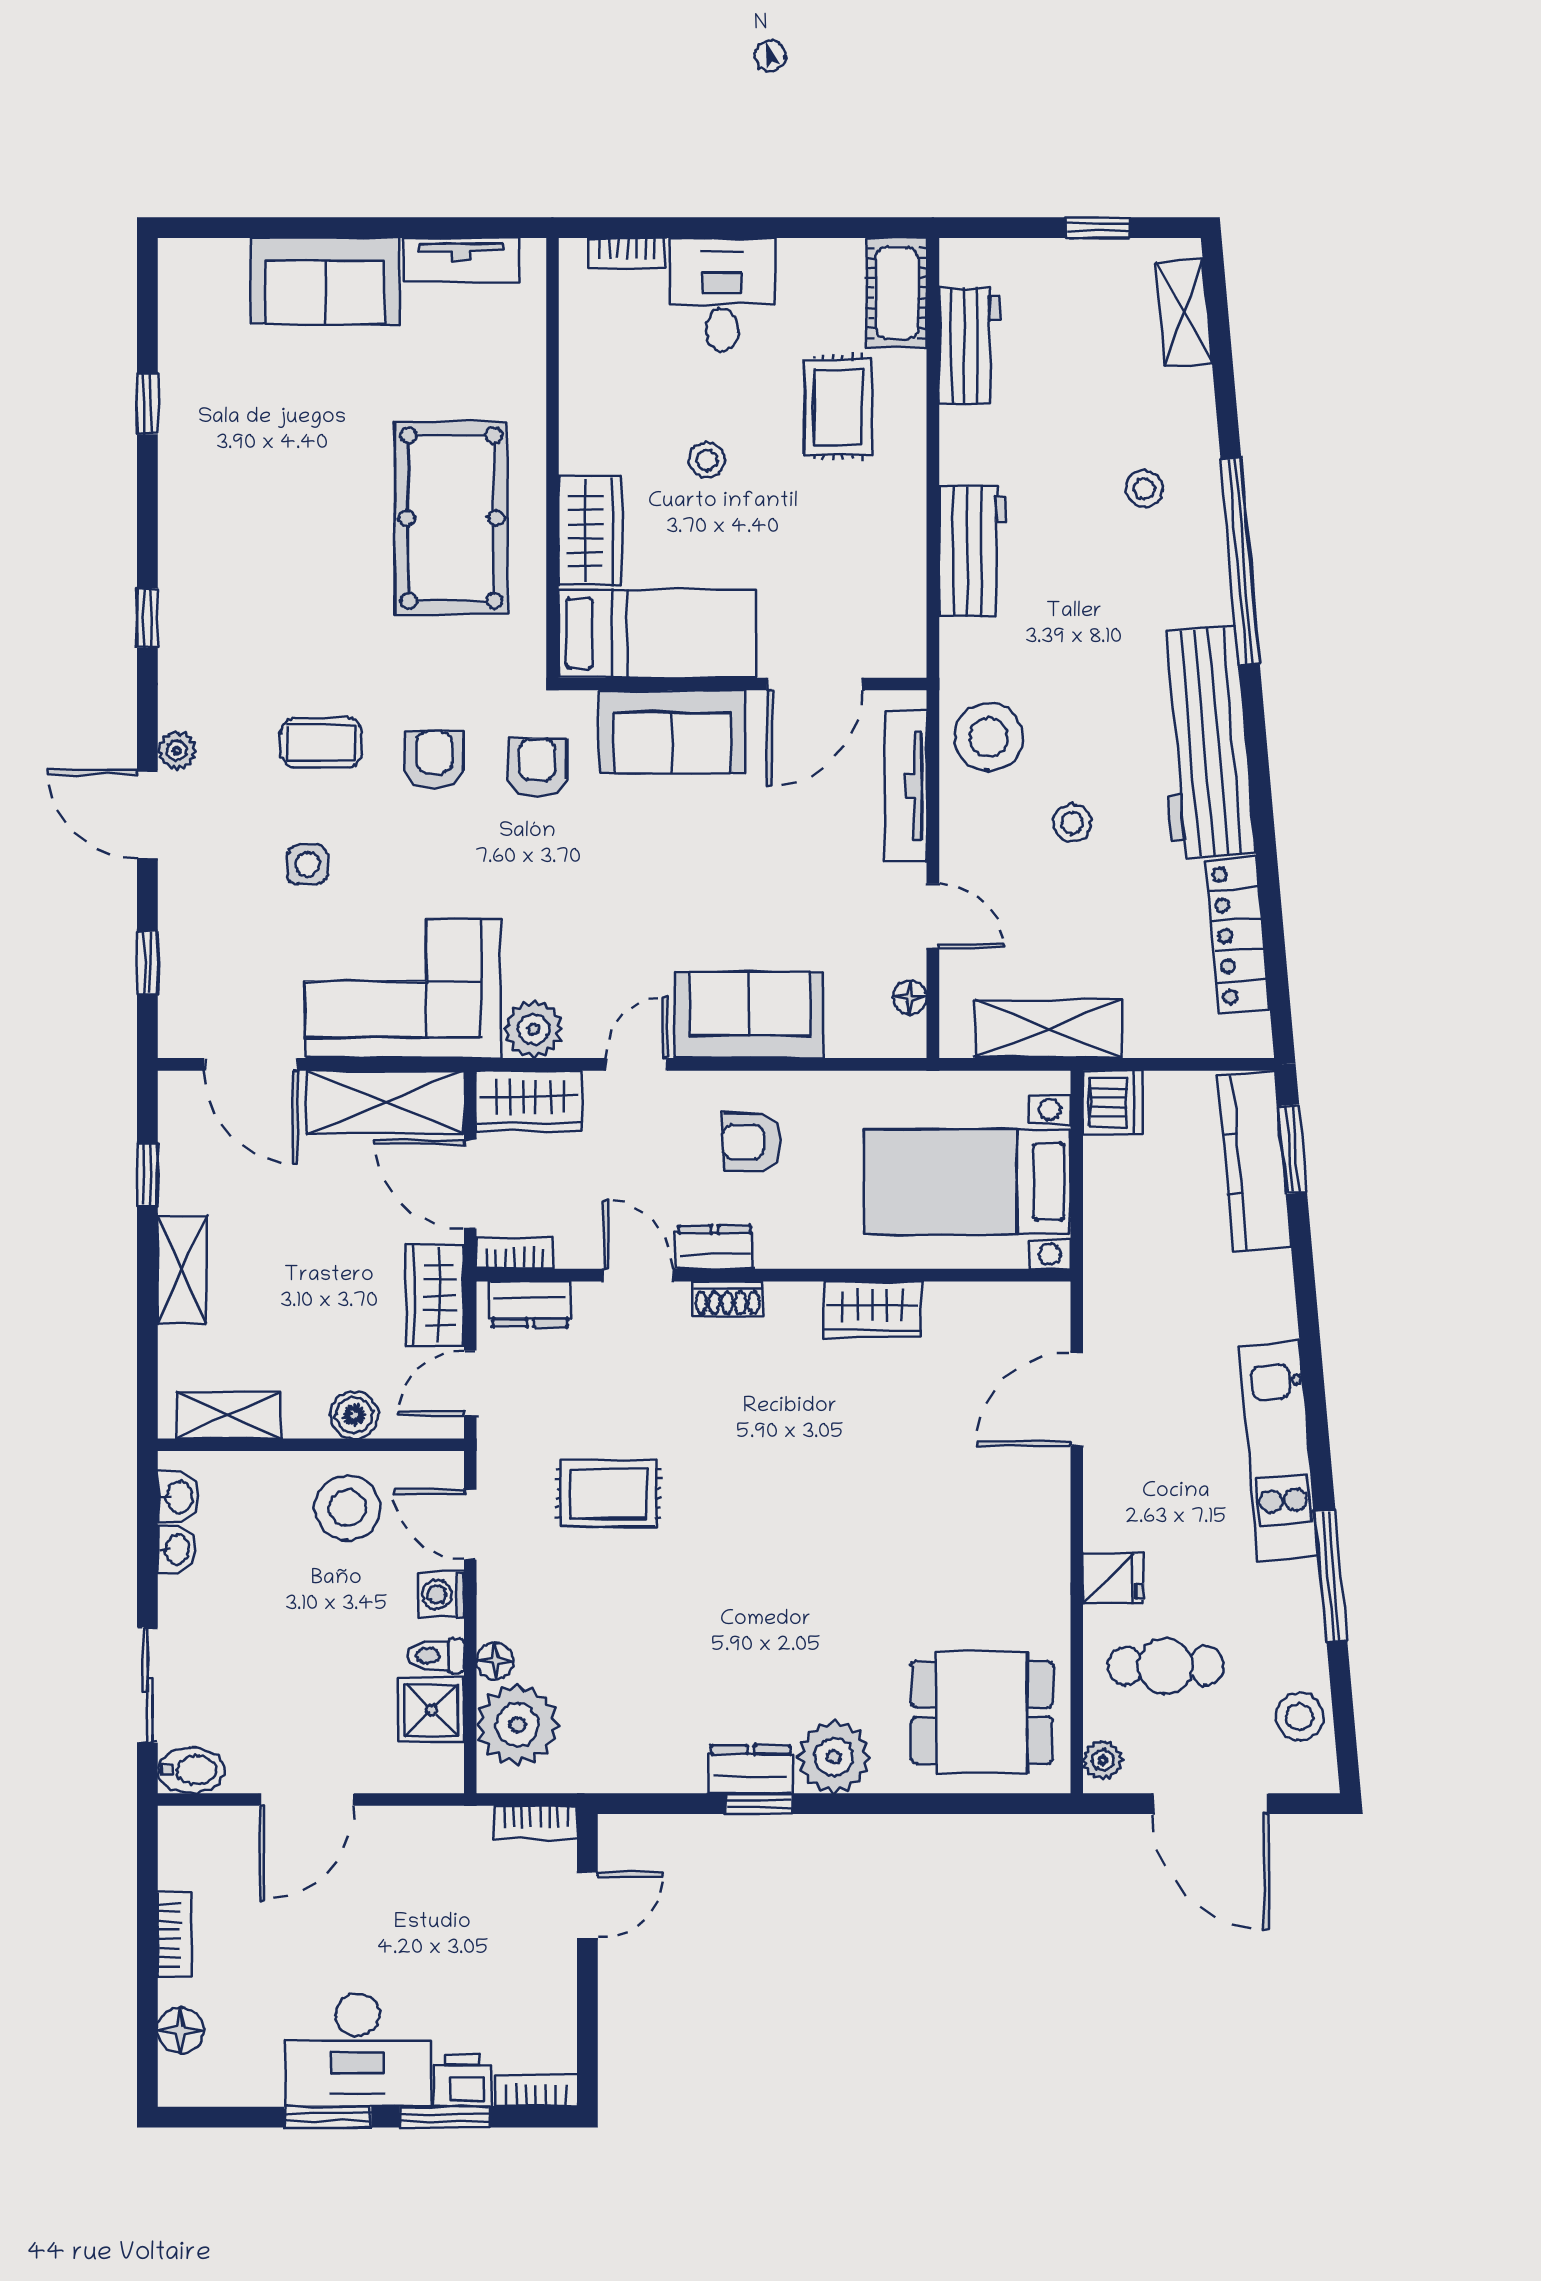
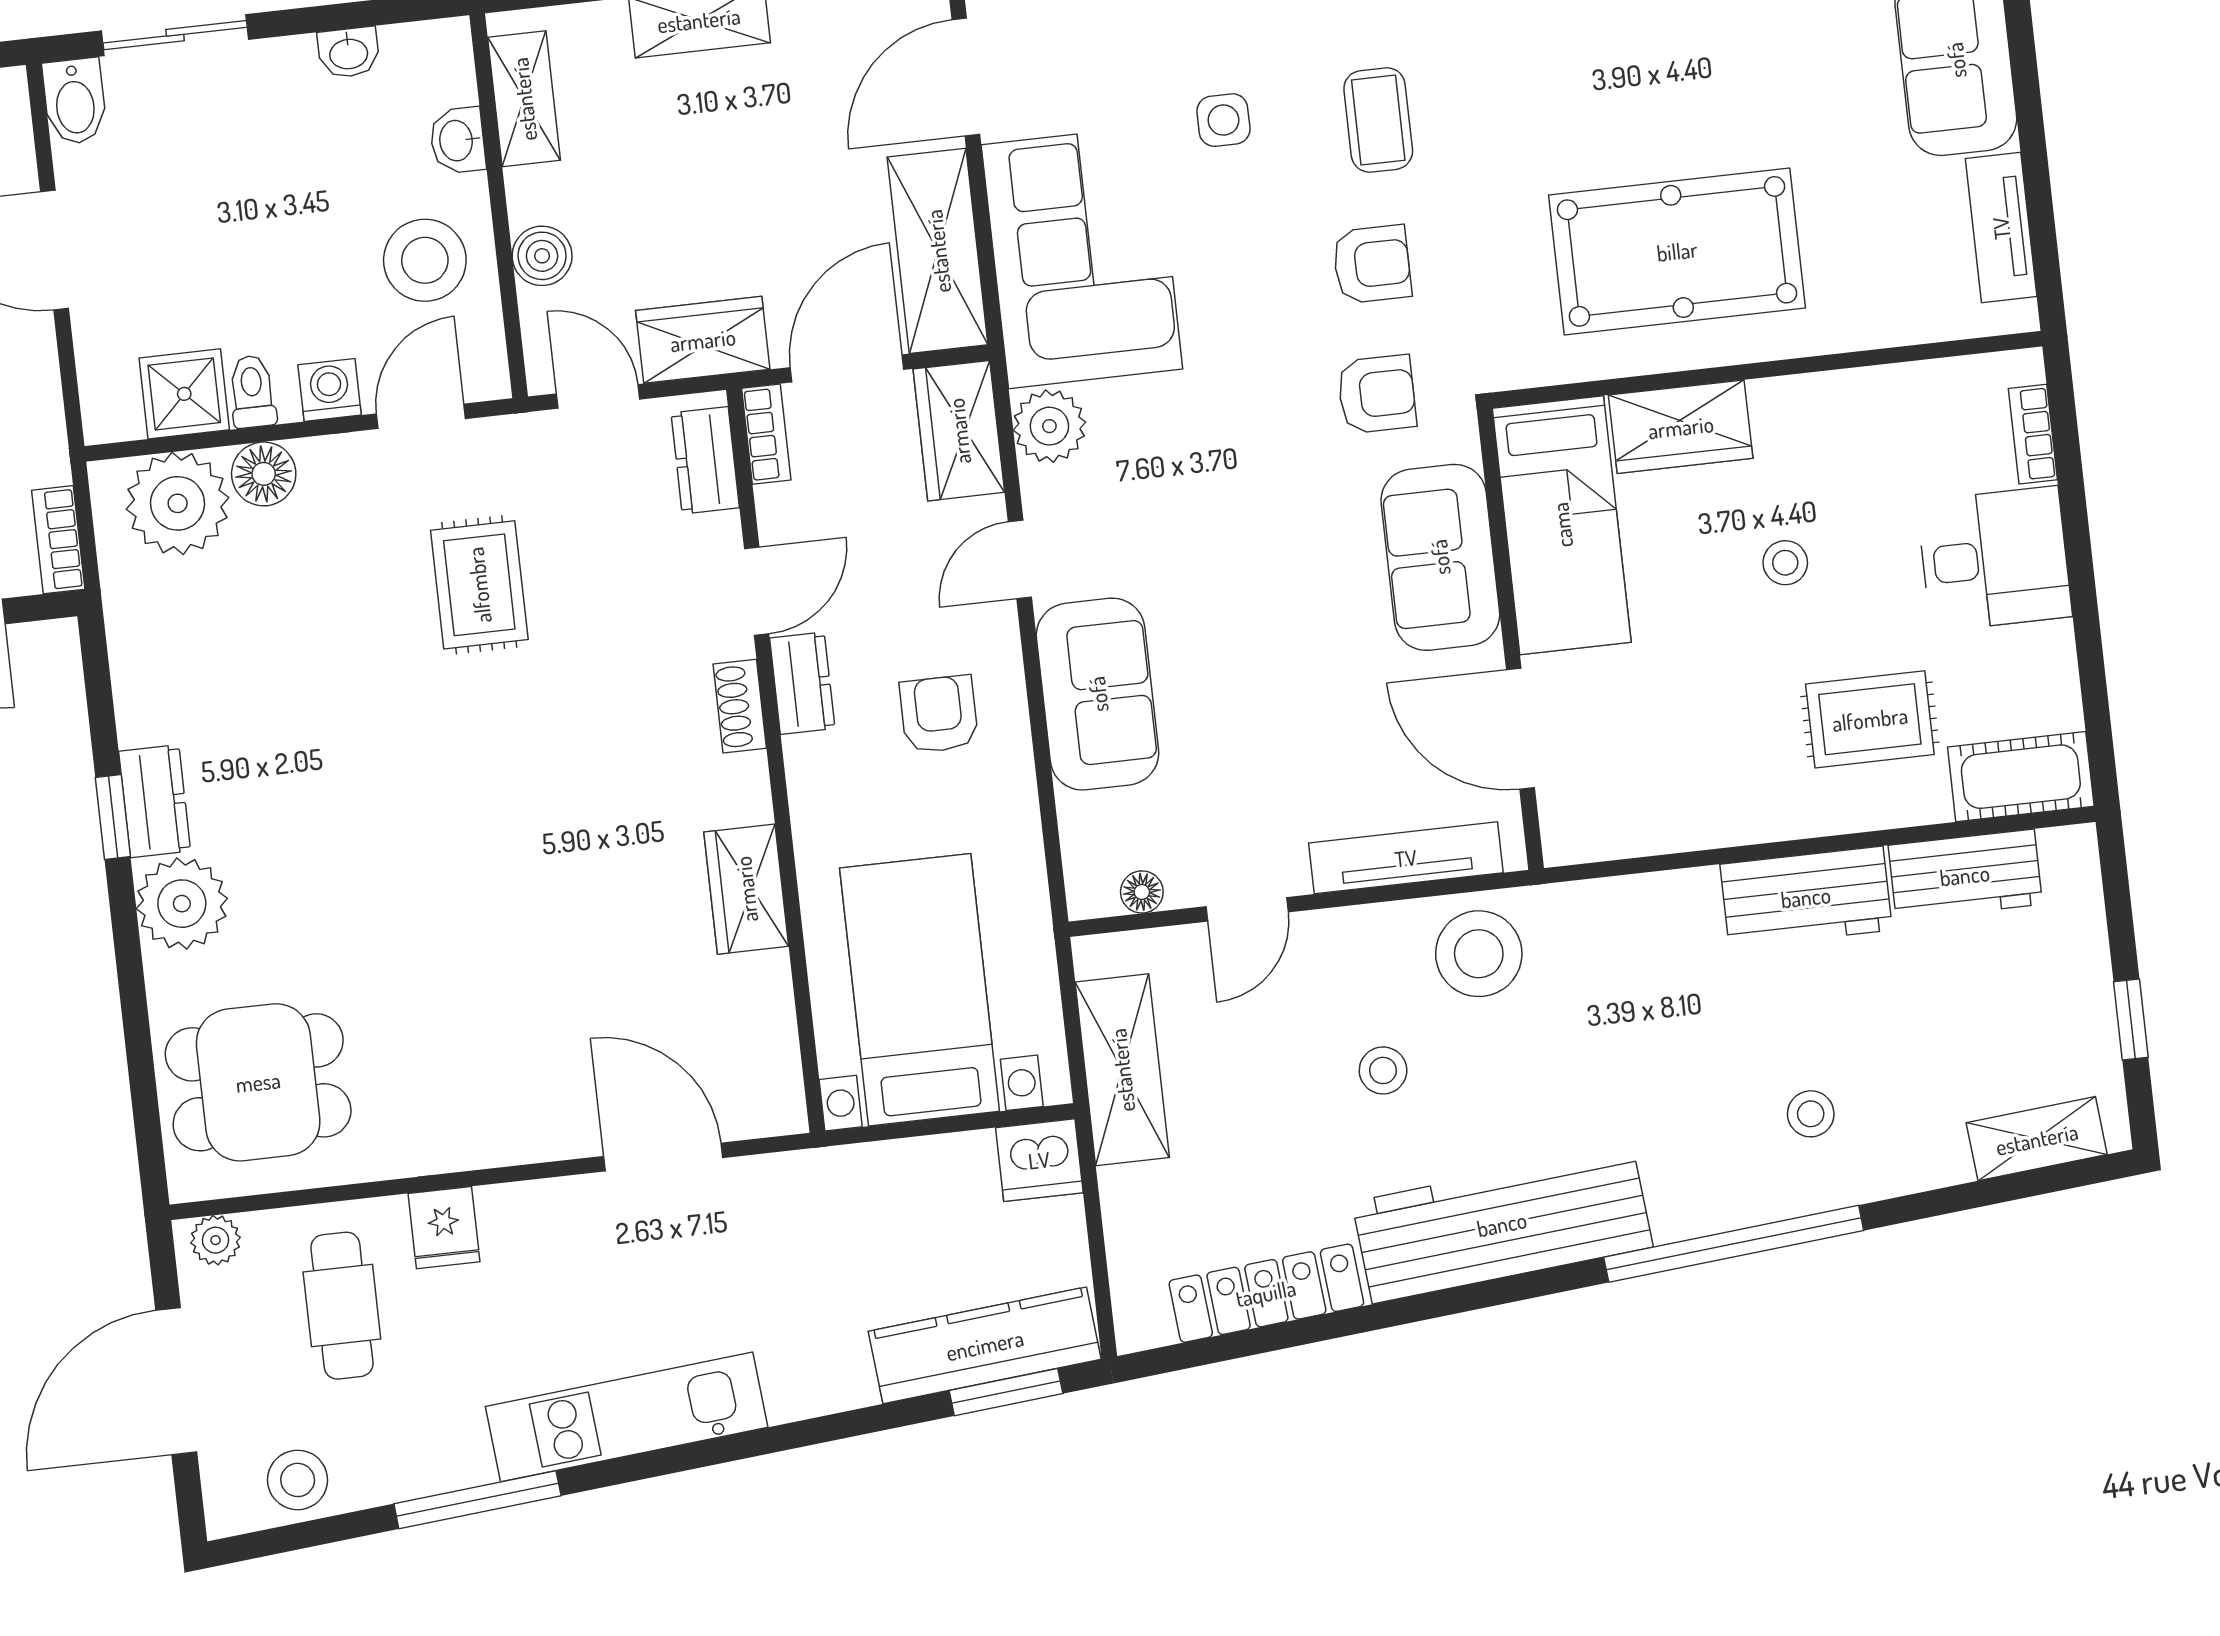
workbench: (973, 551) -> (1806, 897), moved
door: (636, 1064) -> (1020, 559), swing flipped
washbasin: (178, 1497) -> (458, 140), moved, turned 90
floor lamp: (495, 1661) -> (264, 474), width x1.37, depth x1.37
dining table: (982, 1712) -> (258, 1082), turned 90

